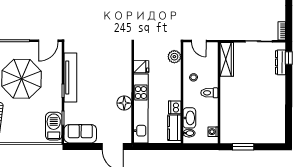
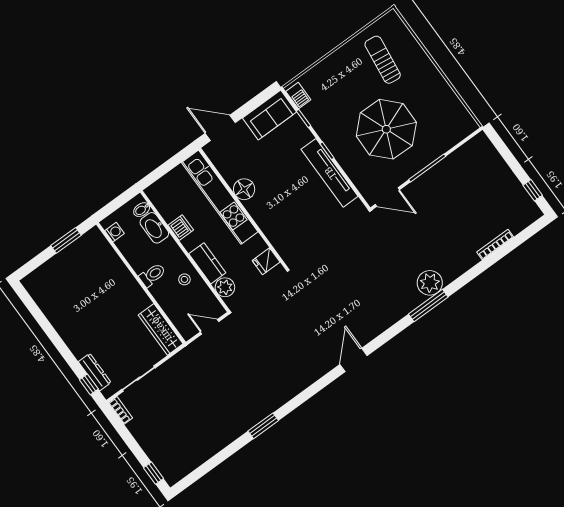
door: (48, 41) -> (387, 197), swing flipped
fridge: (141, 67) -> (266, 261), moved
barbecue: (54, 126) -> (298, 96), width x0.53, depth x0.65
kitchen counter: (174, 128) -> (207, 263), moved

